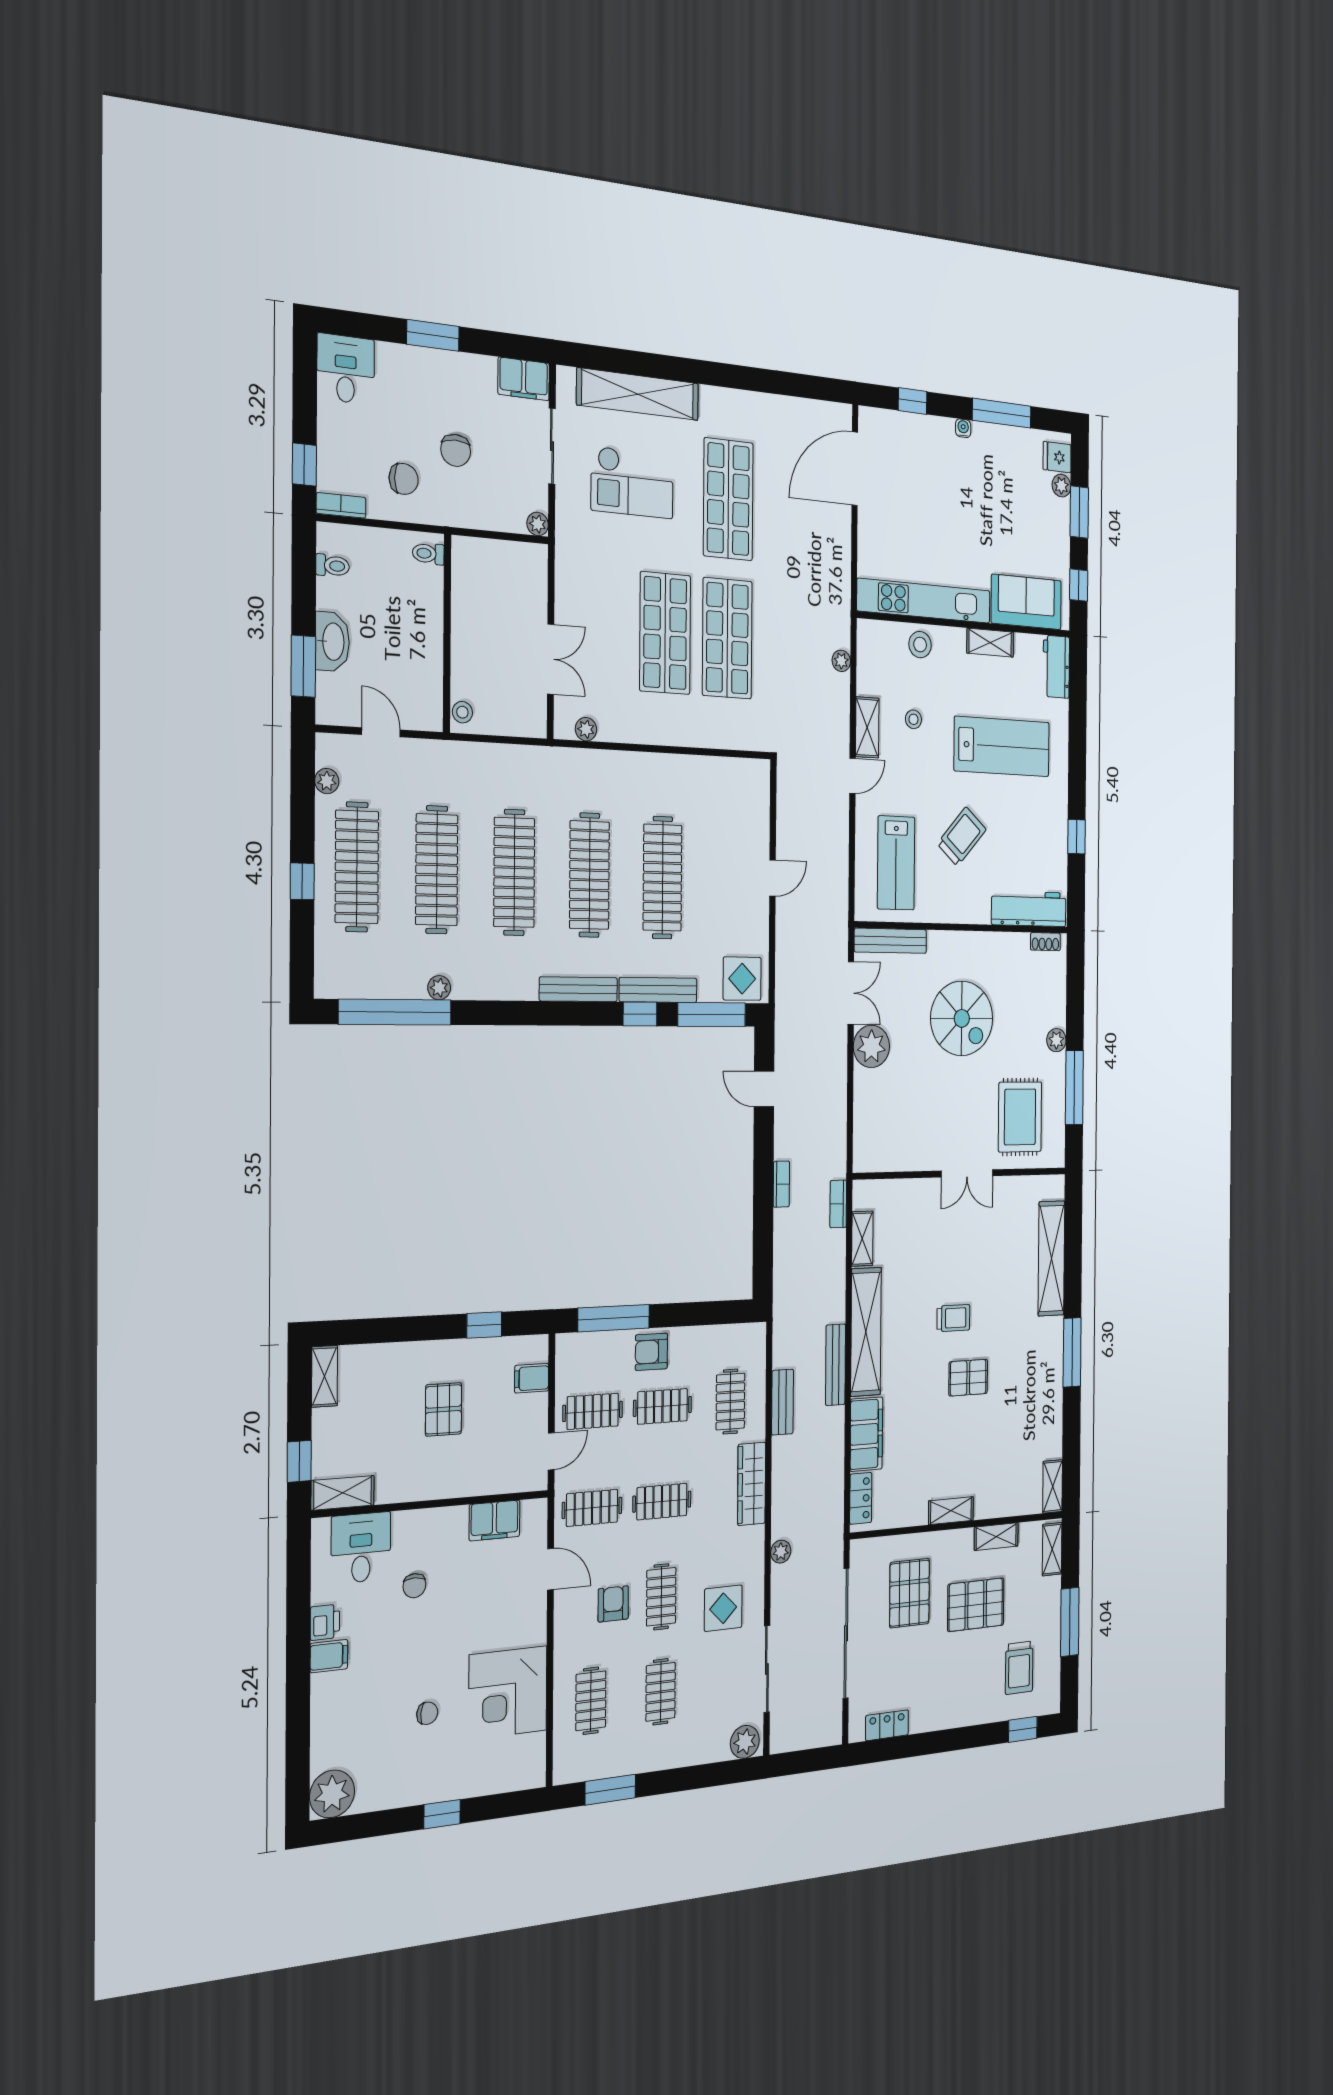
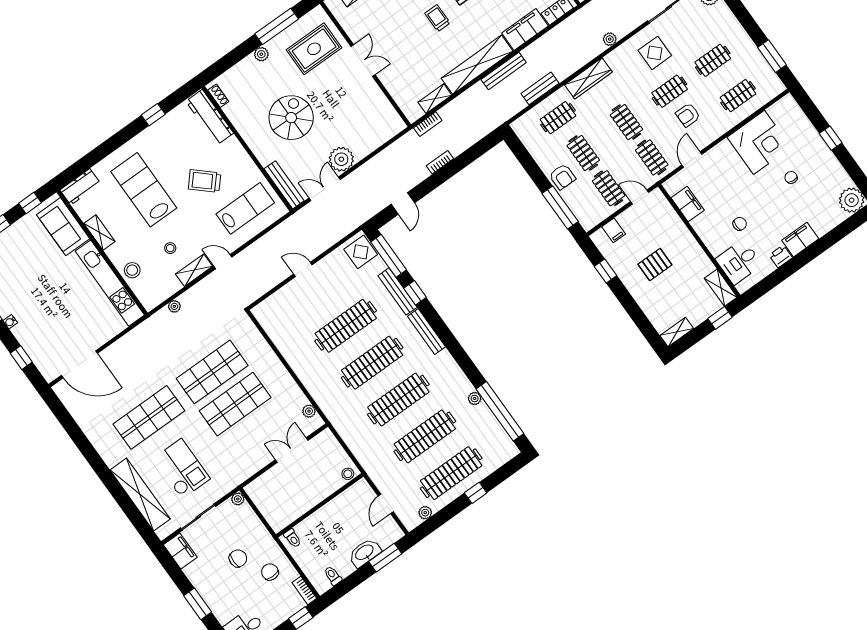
filing cabinet: (329, 1656) -> (800, 240), width x2.00

